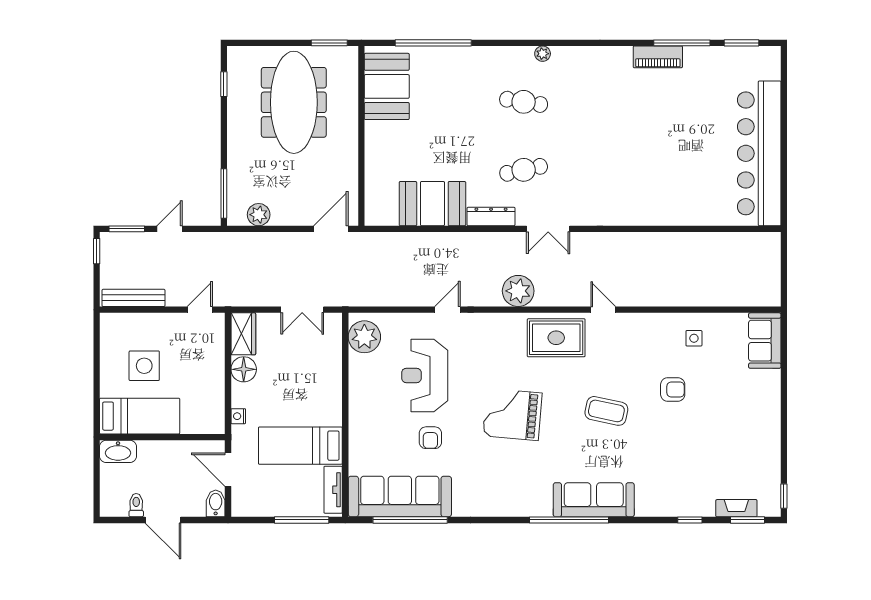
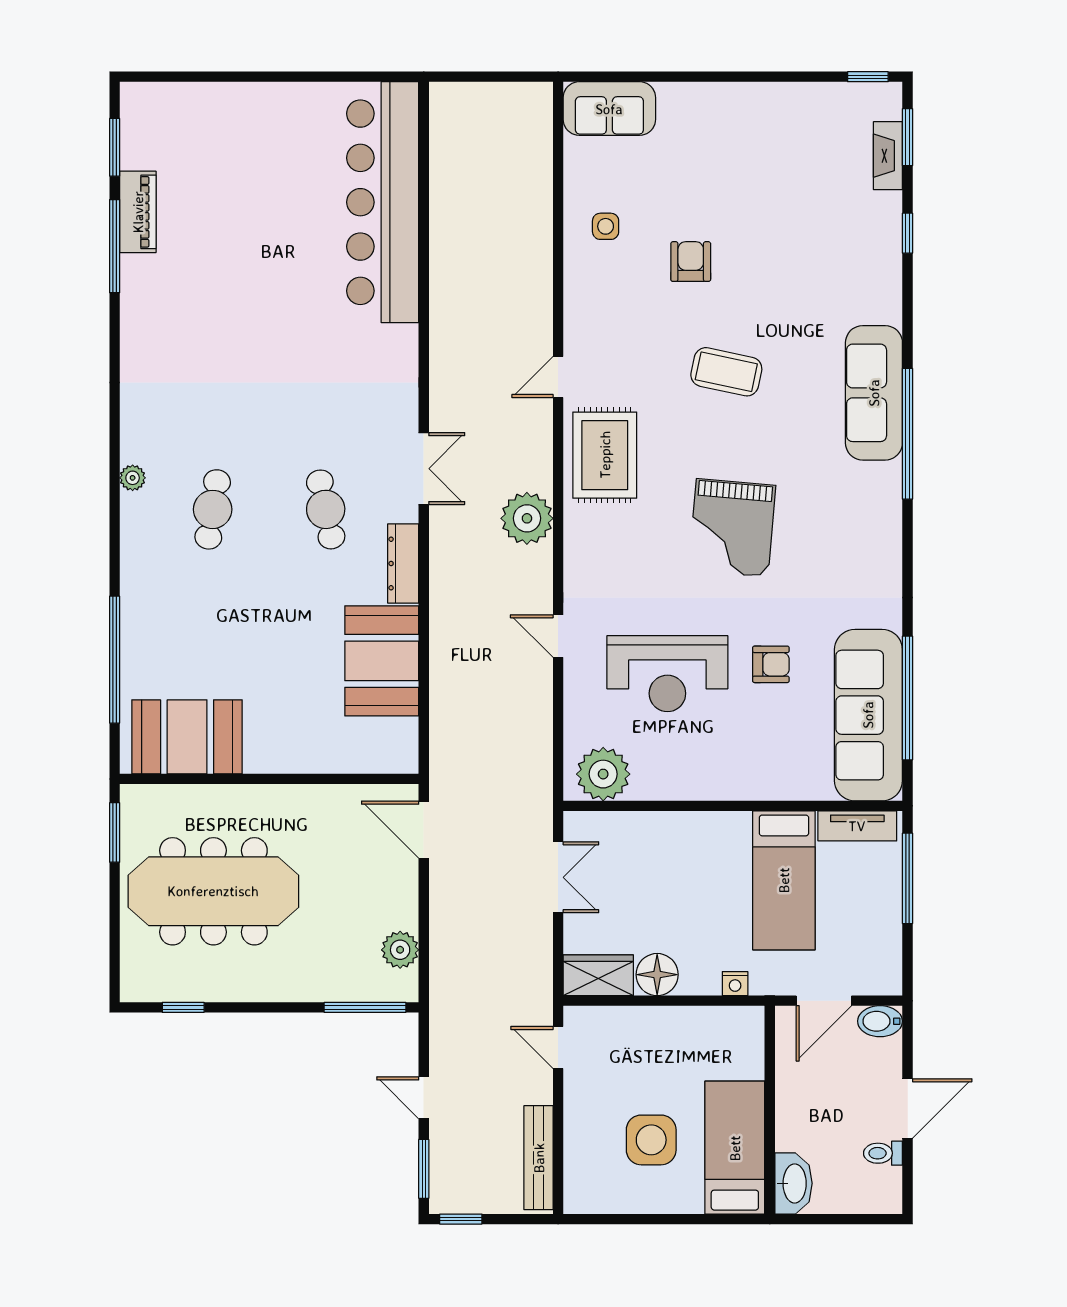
piano: (658, 57) -> (138, 212), moved
bar counter: (759, 153) -> (383, 202), moved, turned 90
coffee table: (606, 411) -> (726, 372), turned 90

